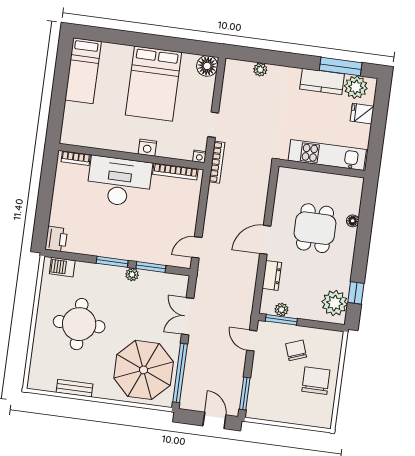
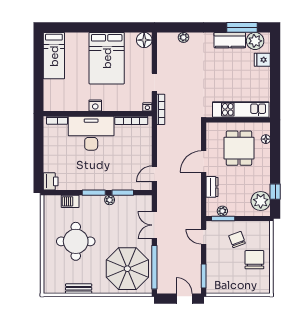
nightstand: (147, 148) -> (95, 106), moved
kitchen unit: (327, 155) -> (241, 109), moved
wall: (322, 169) -> (238, 120), moved
barbecue: (62, 267) -> (70, 201), moved

